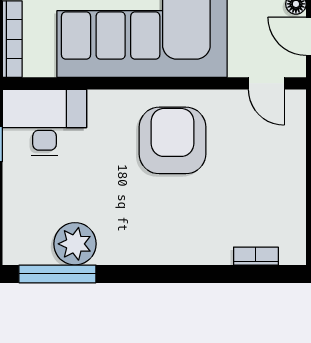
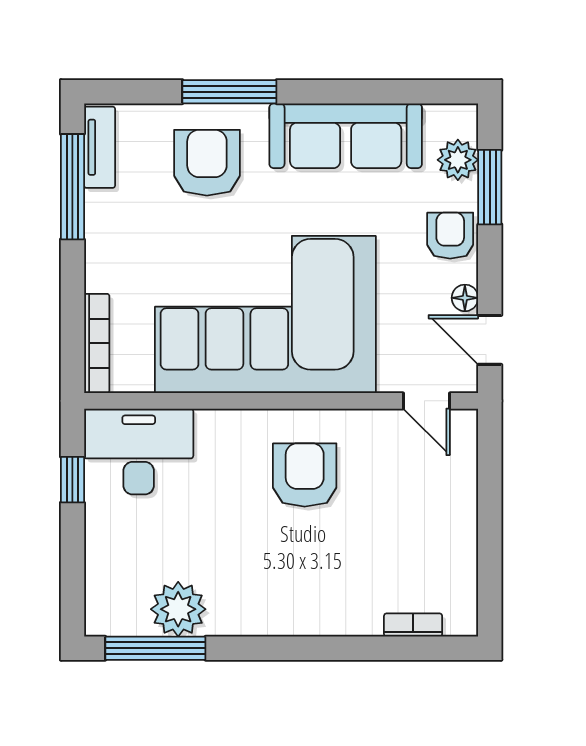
armchair: (172, 140) -> (305, 475), width x0.73, depth x0.73

